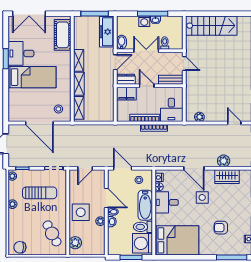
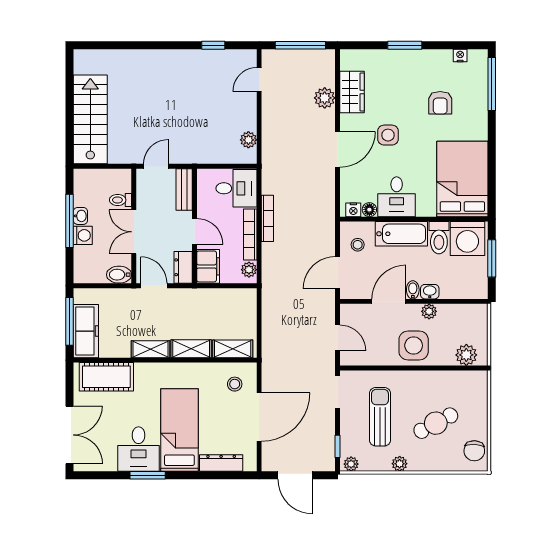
freezer: (107, 32) -> (86, 331), moved, turned -90
door: (147, 86) -> (195, 231), swing flipped
dresser: (13, 101) -> (221, 463), added
plant: (125, 117) -> (249, 270), added
cafe table: (52, 233) -> (436, 423), moved

